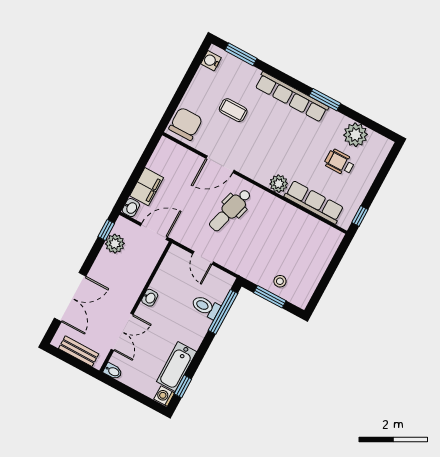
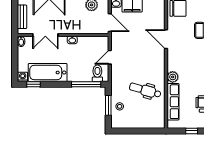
dental chair: (230, 210) -> (145, 90), moved
window: (360, 216) -> (192, 131), moved
toilet: (206, 307) -> (97, 73), moved
bathtub: (177, 367) -> (48, 73), width x1.36, depth x1.36

